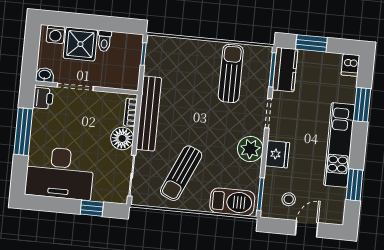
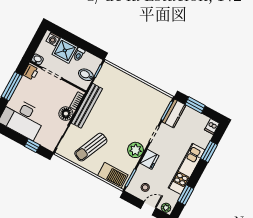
bidet: (128, 67) -> (86, 75), added
sun lounger: (231, 73) -> (143, 103), removed
plant: (333, 217) -> (166, 208), added

